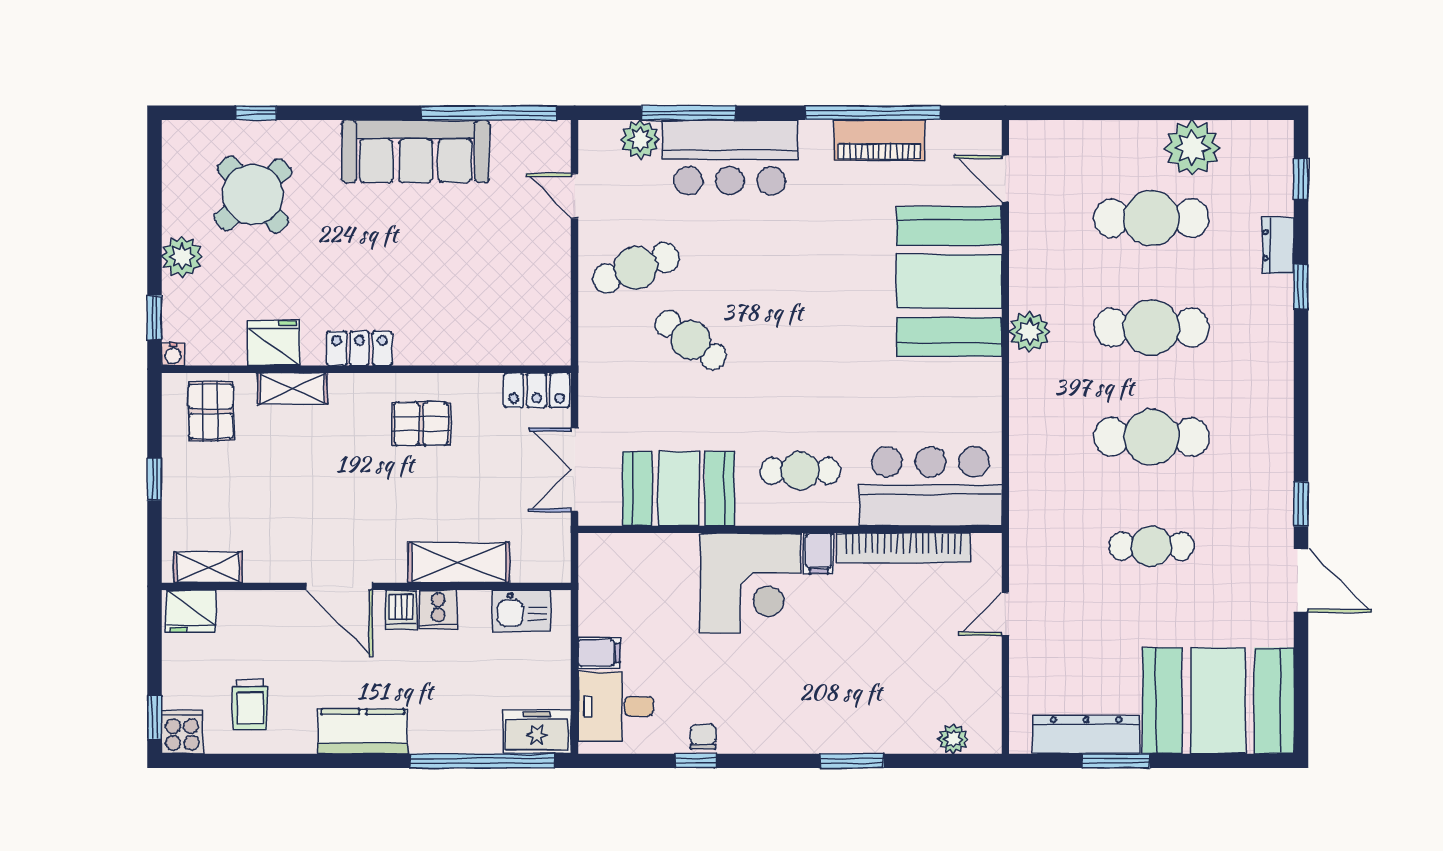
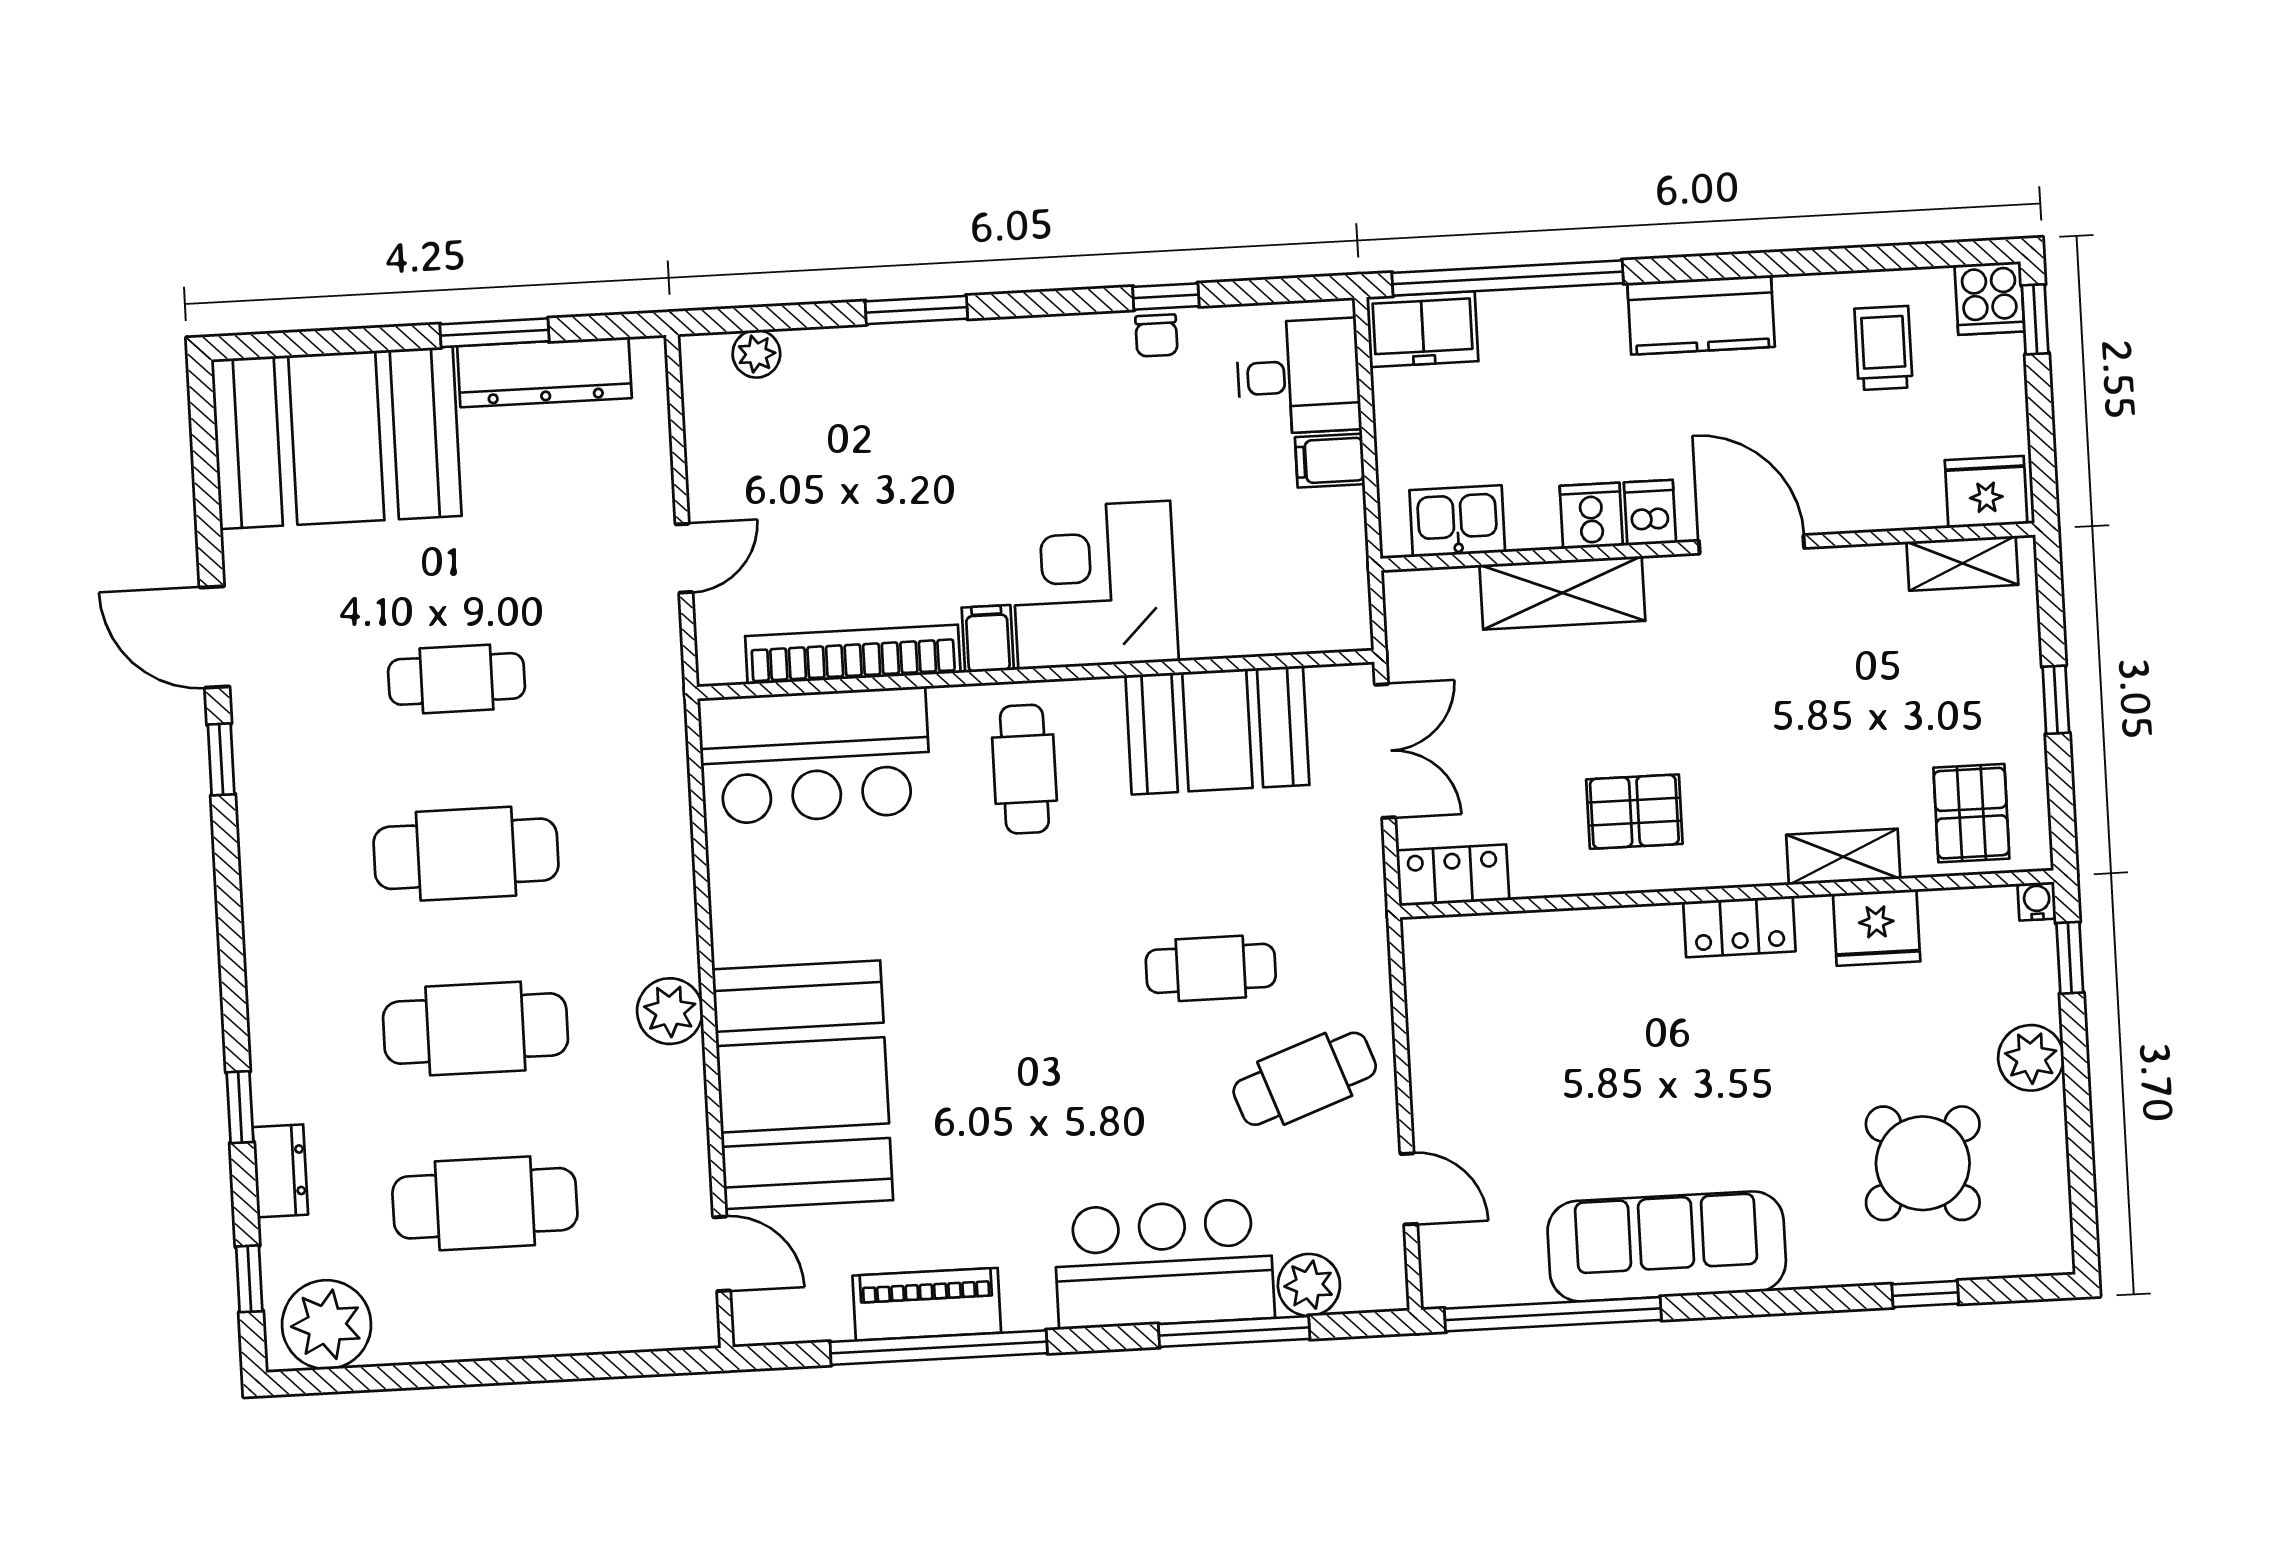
plant: (1192, 148) -> (327, 1325), moved
cafe table: (691, 340) -> (1211, 968), turned -36
cafe table: (800, 471) -> (1024, 769), turned 90

